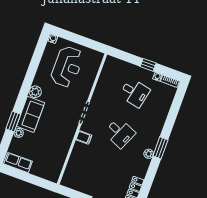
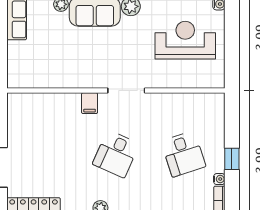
reception desk: (67, 67) -> (185, 40), turned 180
desk: (135, 93) -> (183, 154), turned -30

